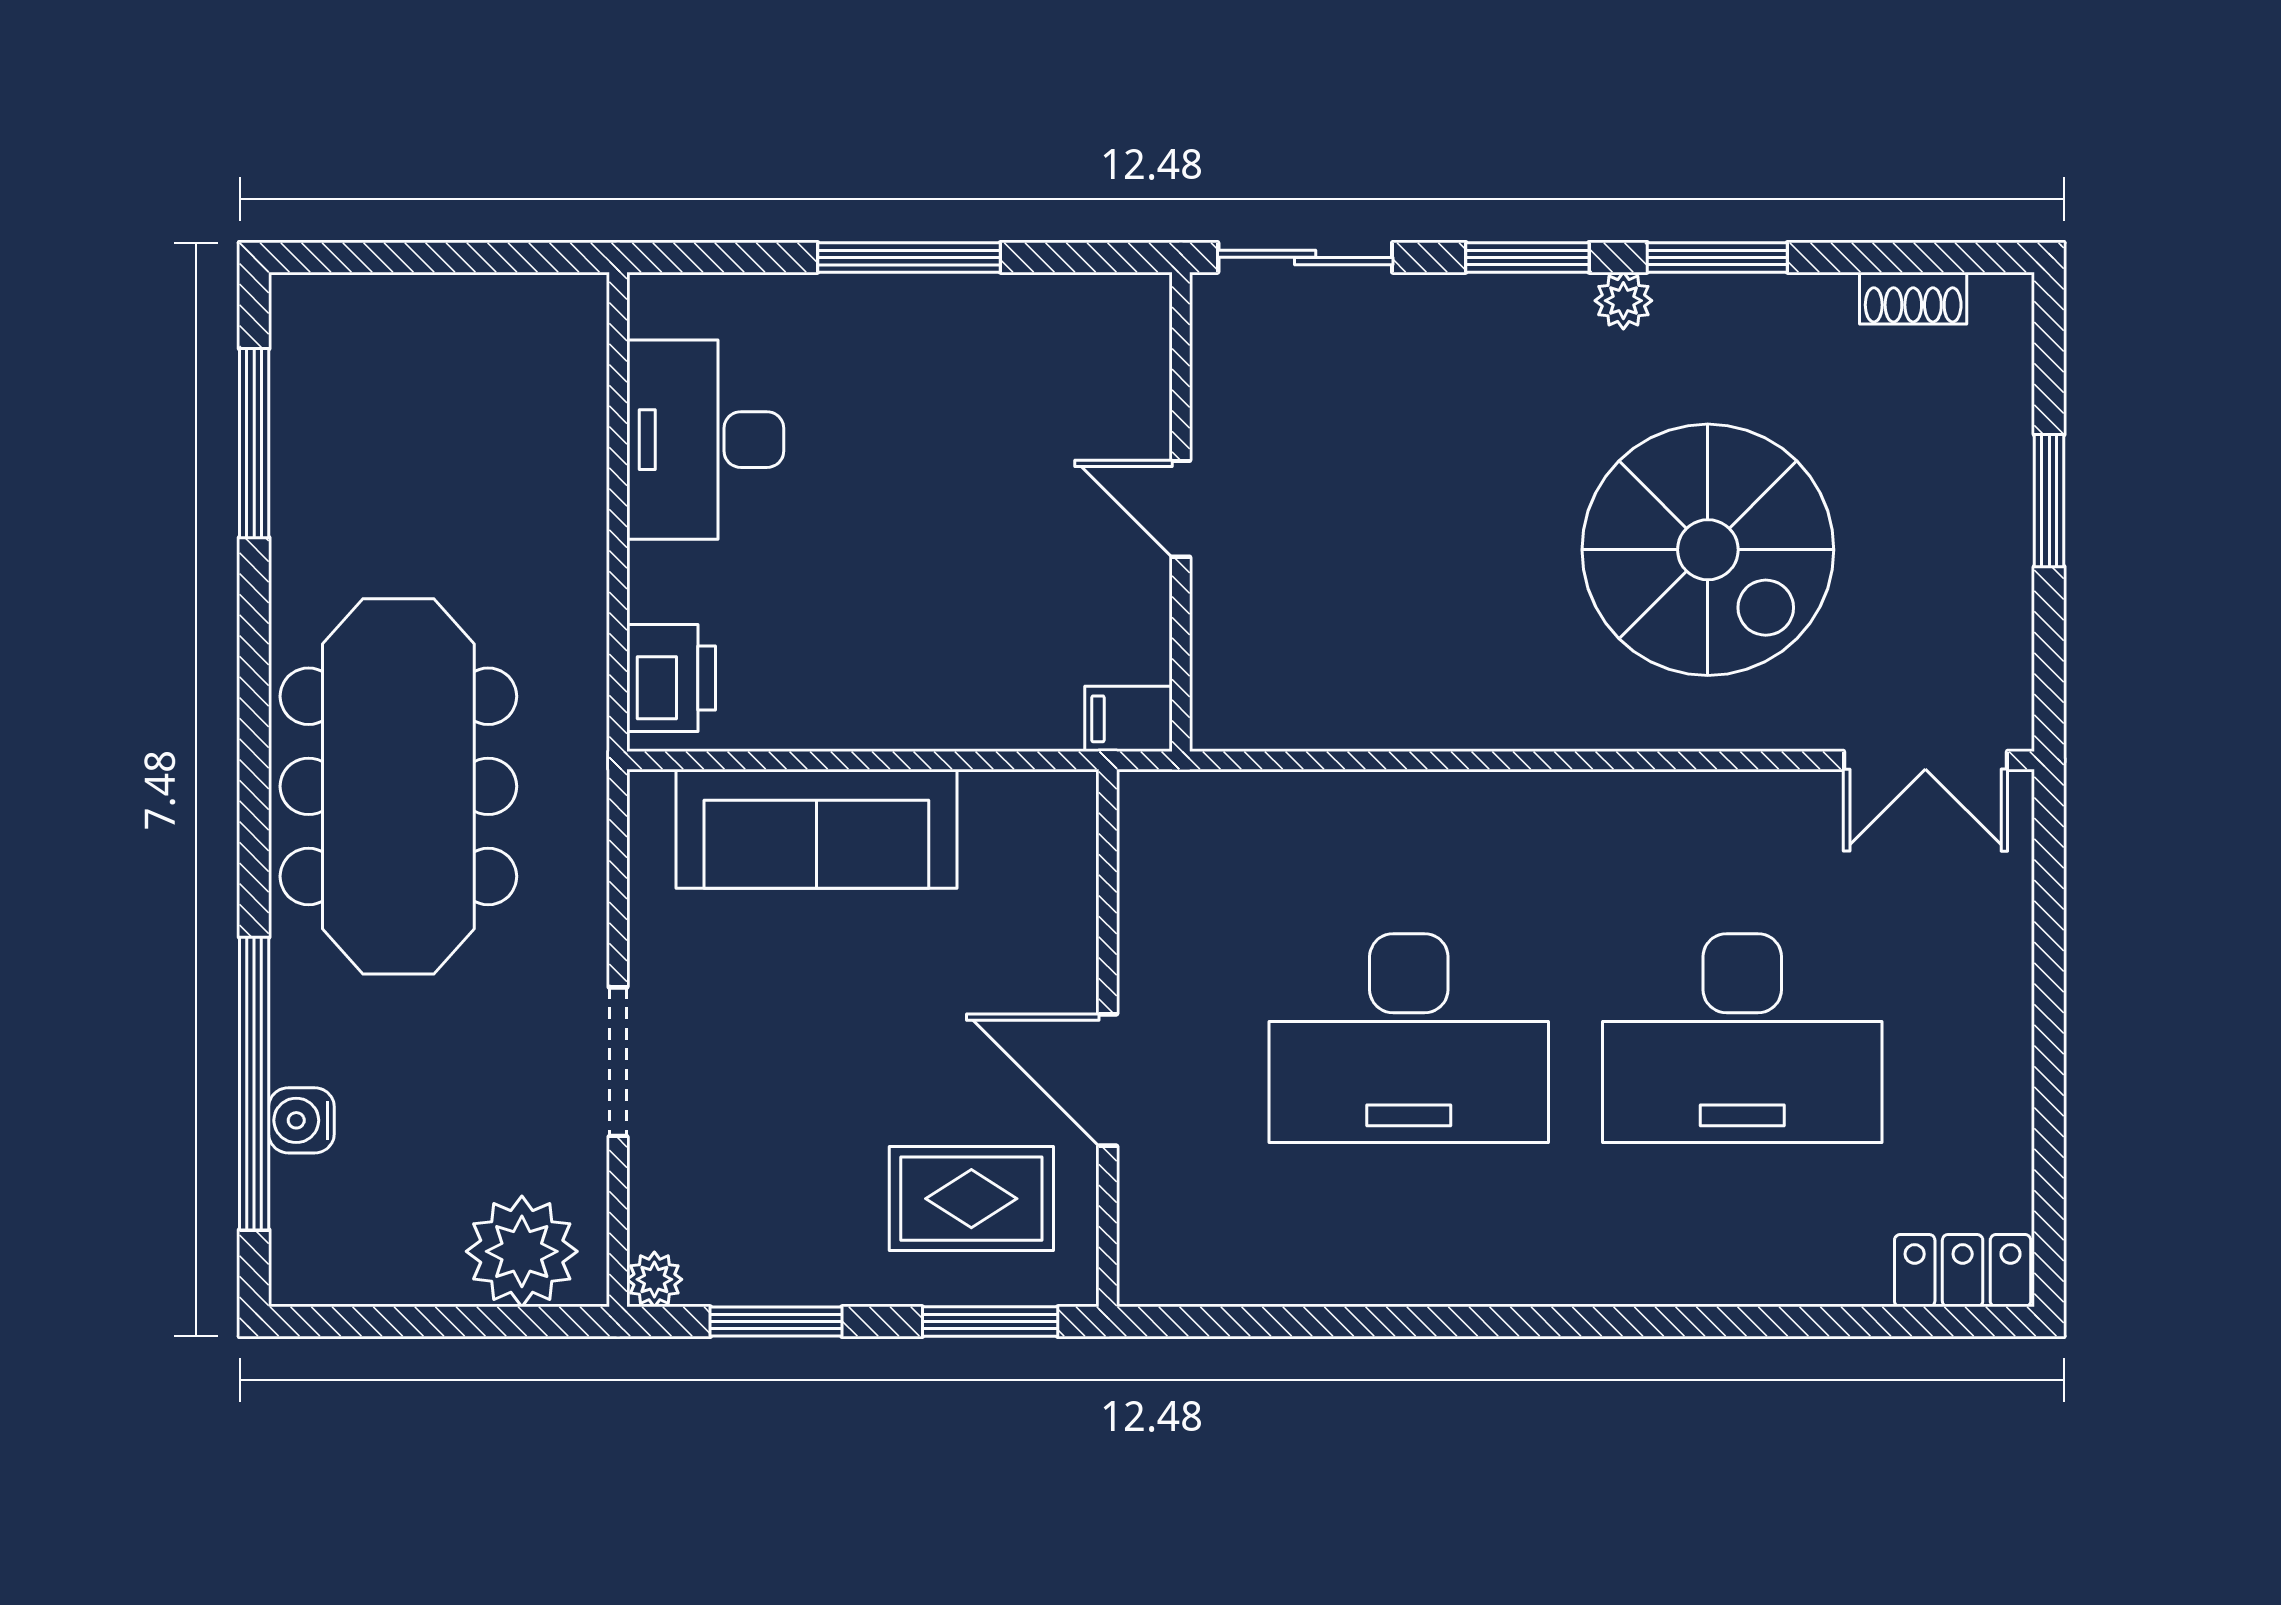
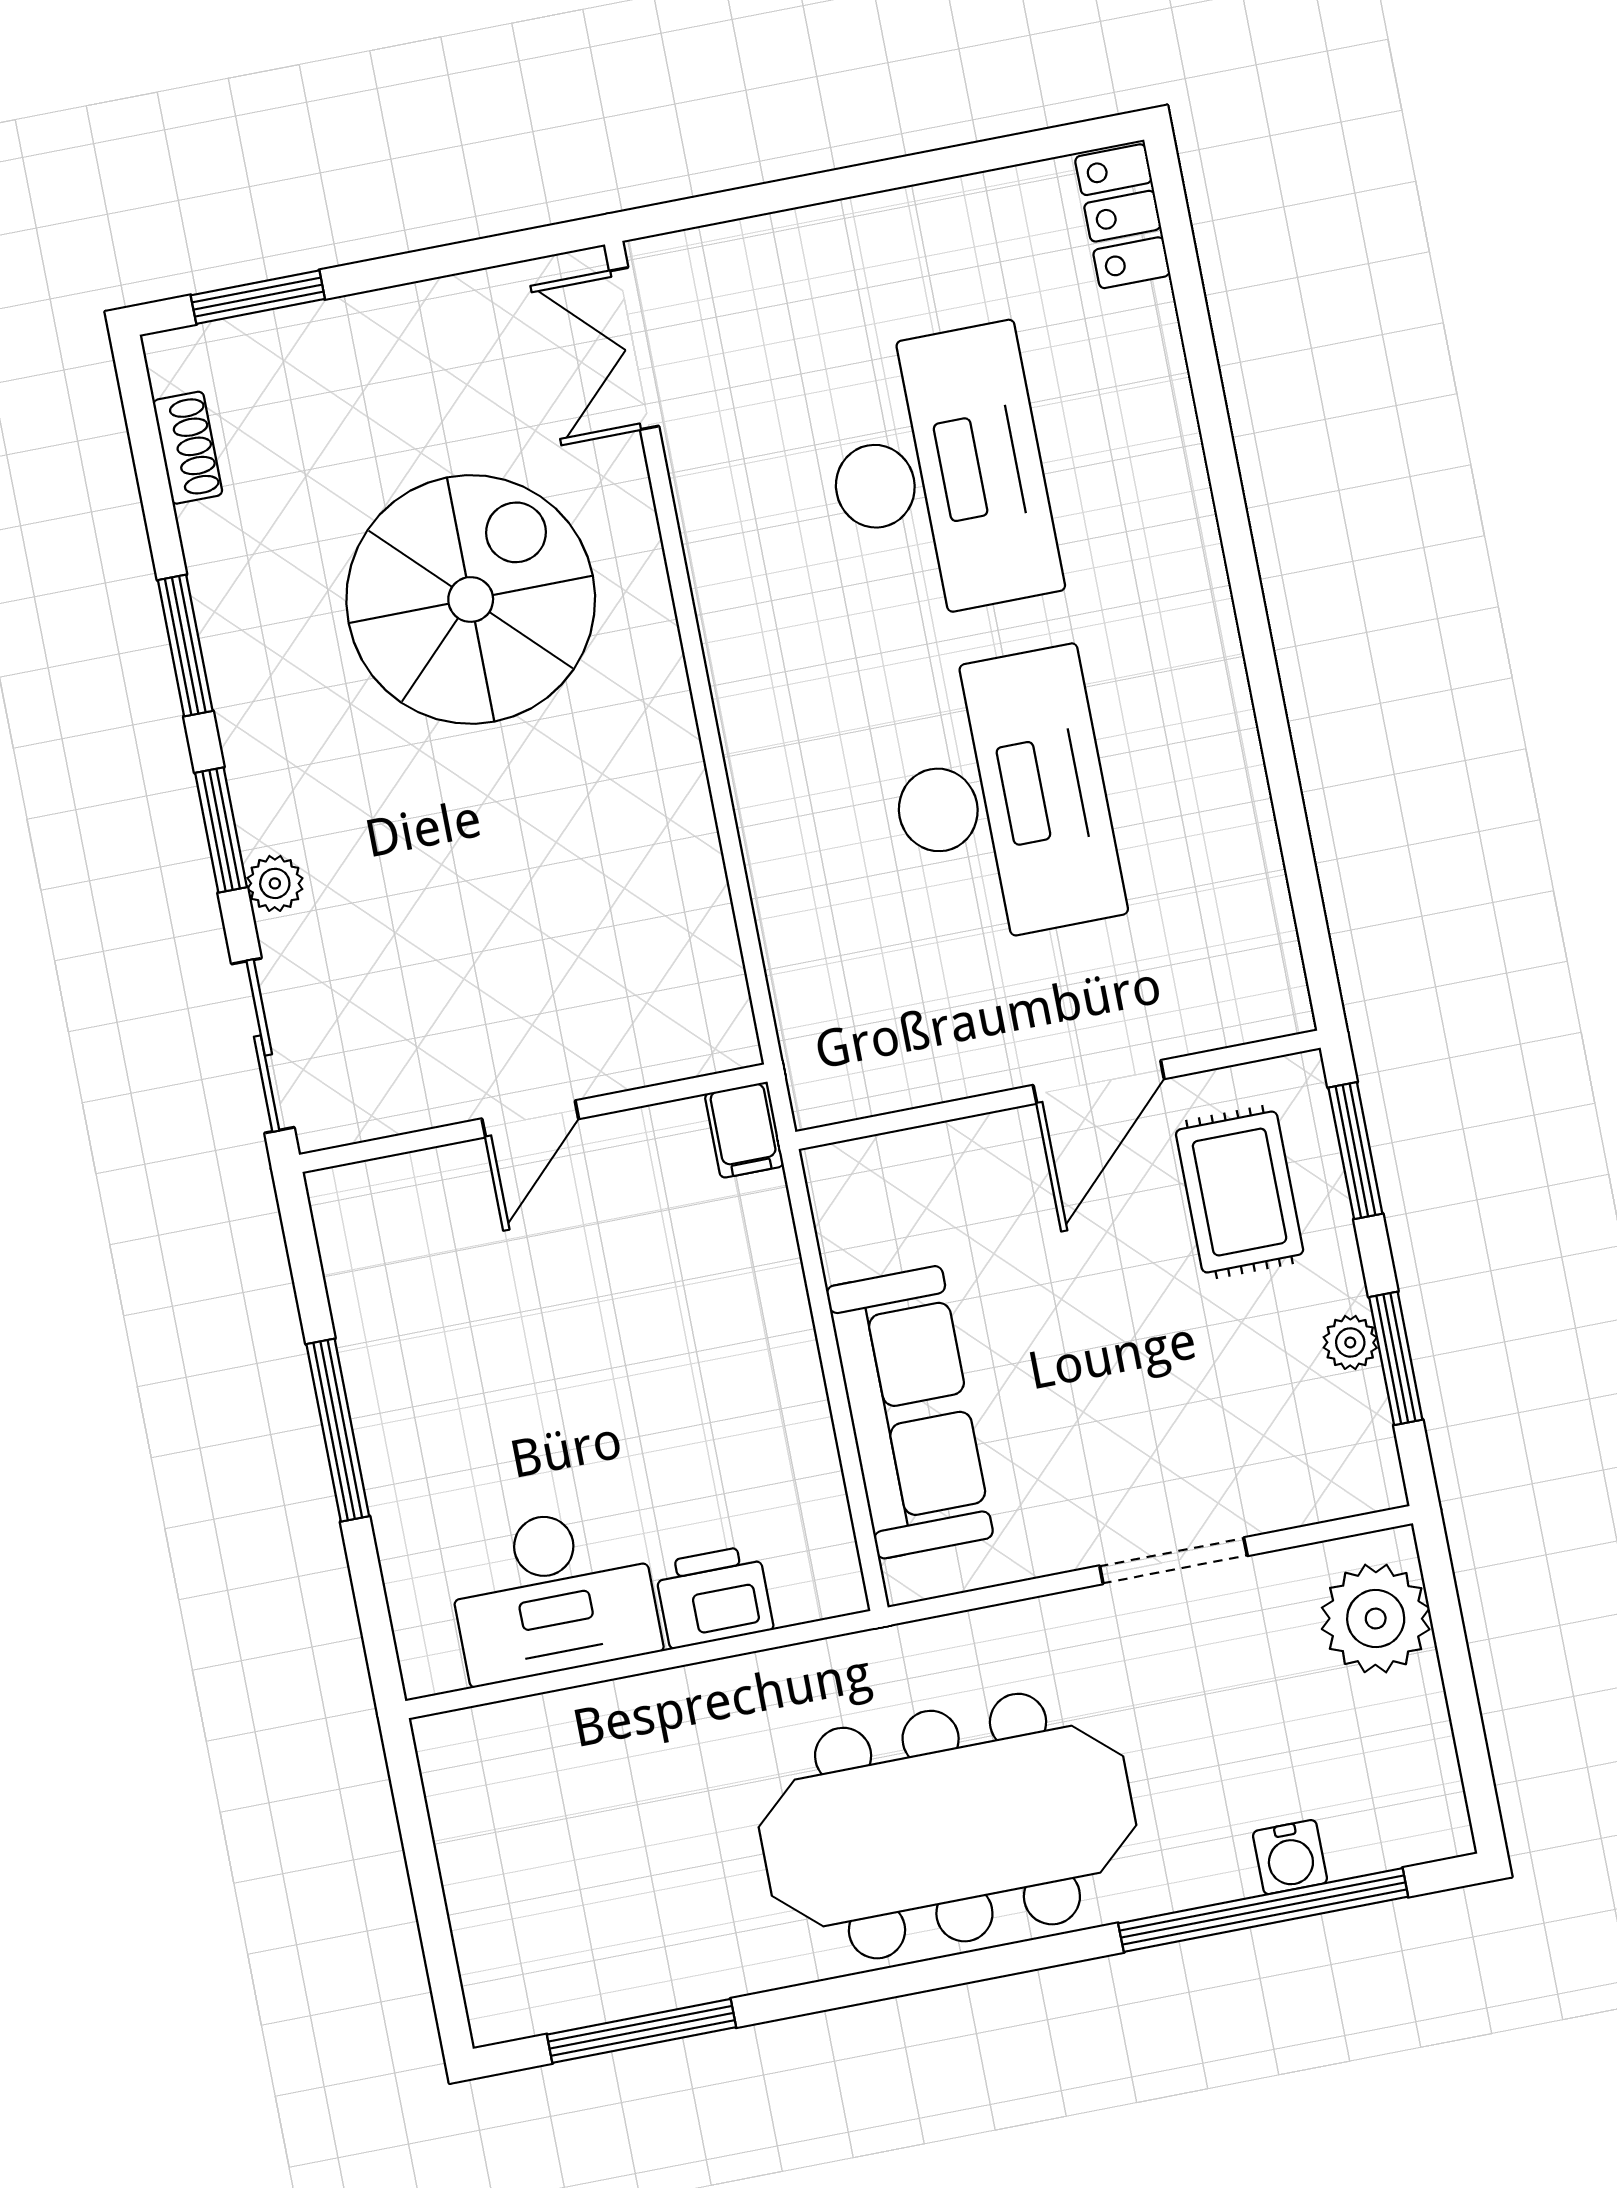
plant: (1623, 301) -> (275, 883), moved
window: (2049, 501) -> (258, 297), moved
printer: (671, 678) -> (714, 1597), moved
double door: (1925, 760) -> (634, 348), swing flipped
plant: (654, 1279) -> (1350, 1342), moved

